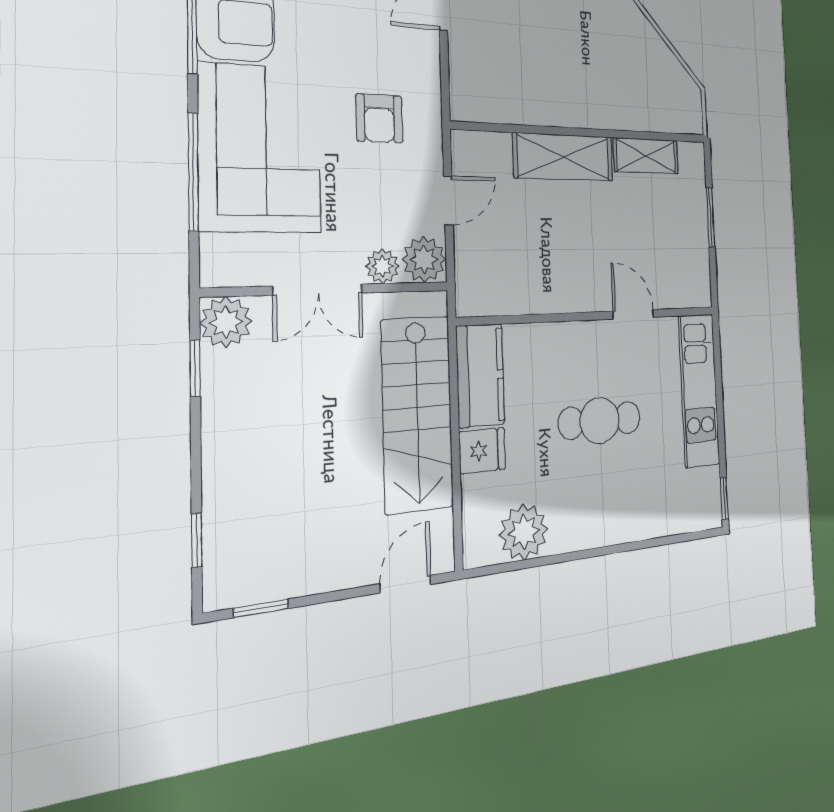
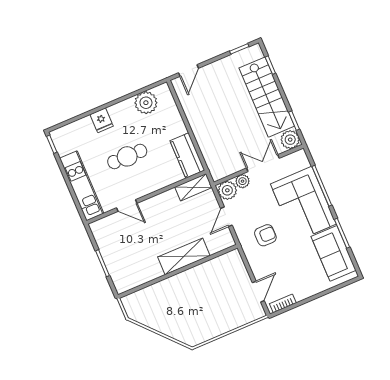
armchair: (379, 118) -> (265, 235), turned 90
shelving: (646, 156) -> (193, 187), moved
stairs: (417, 414) -> (267, 97), moved, turned 180
fridge: (482, 451) -> (102, 120), moved, turned -90

